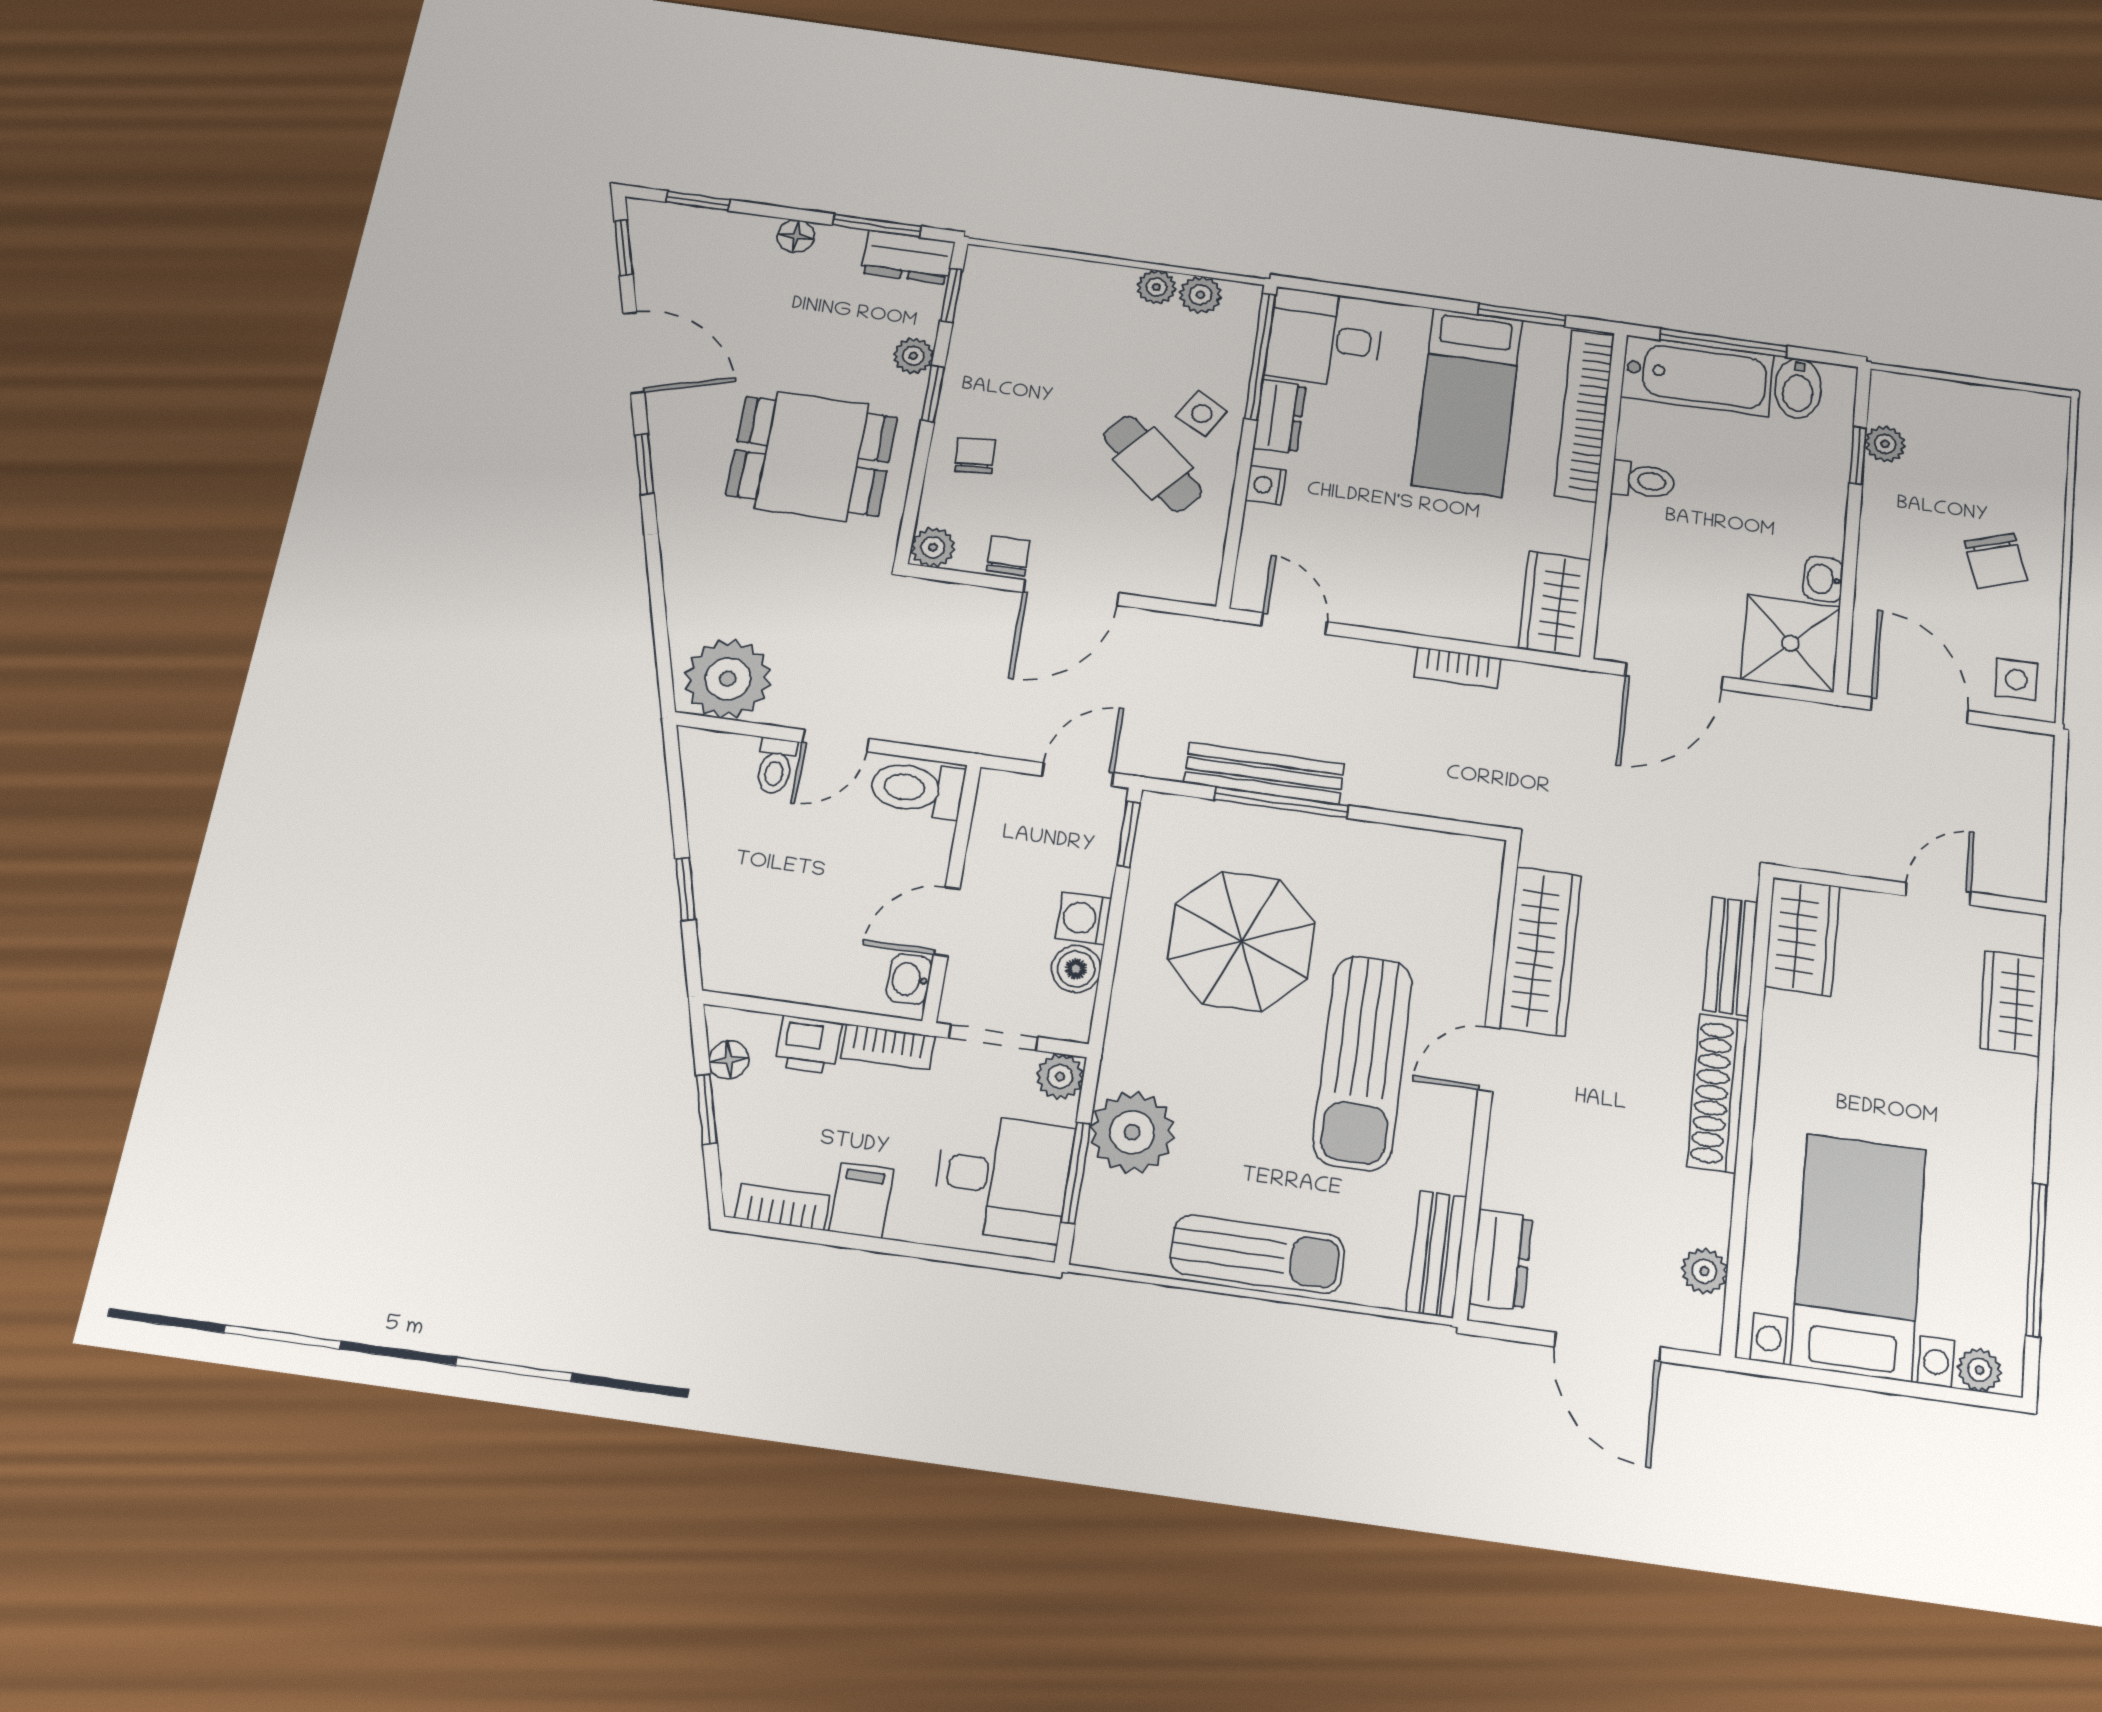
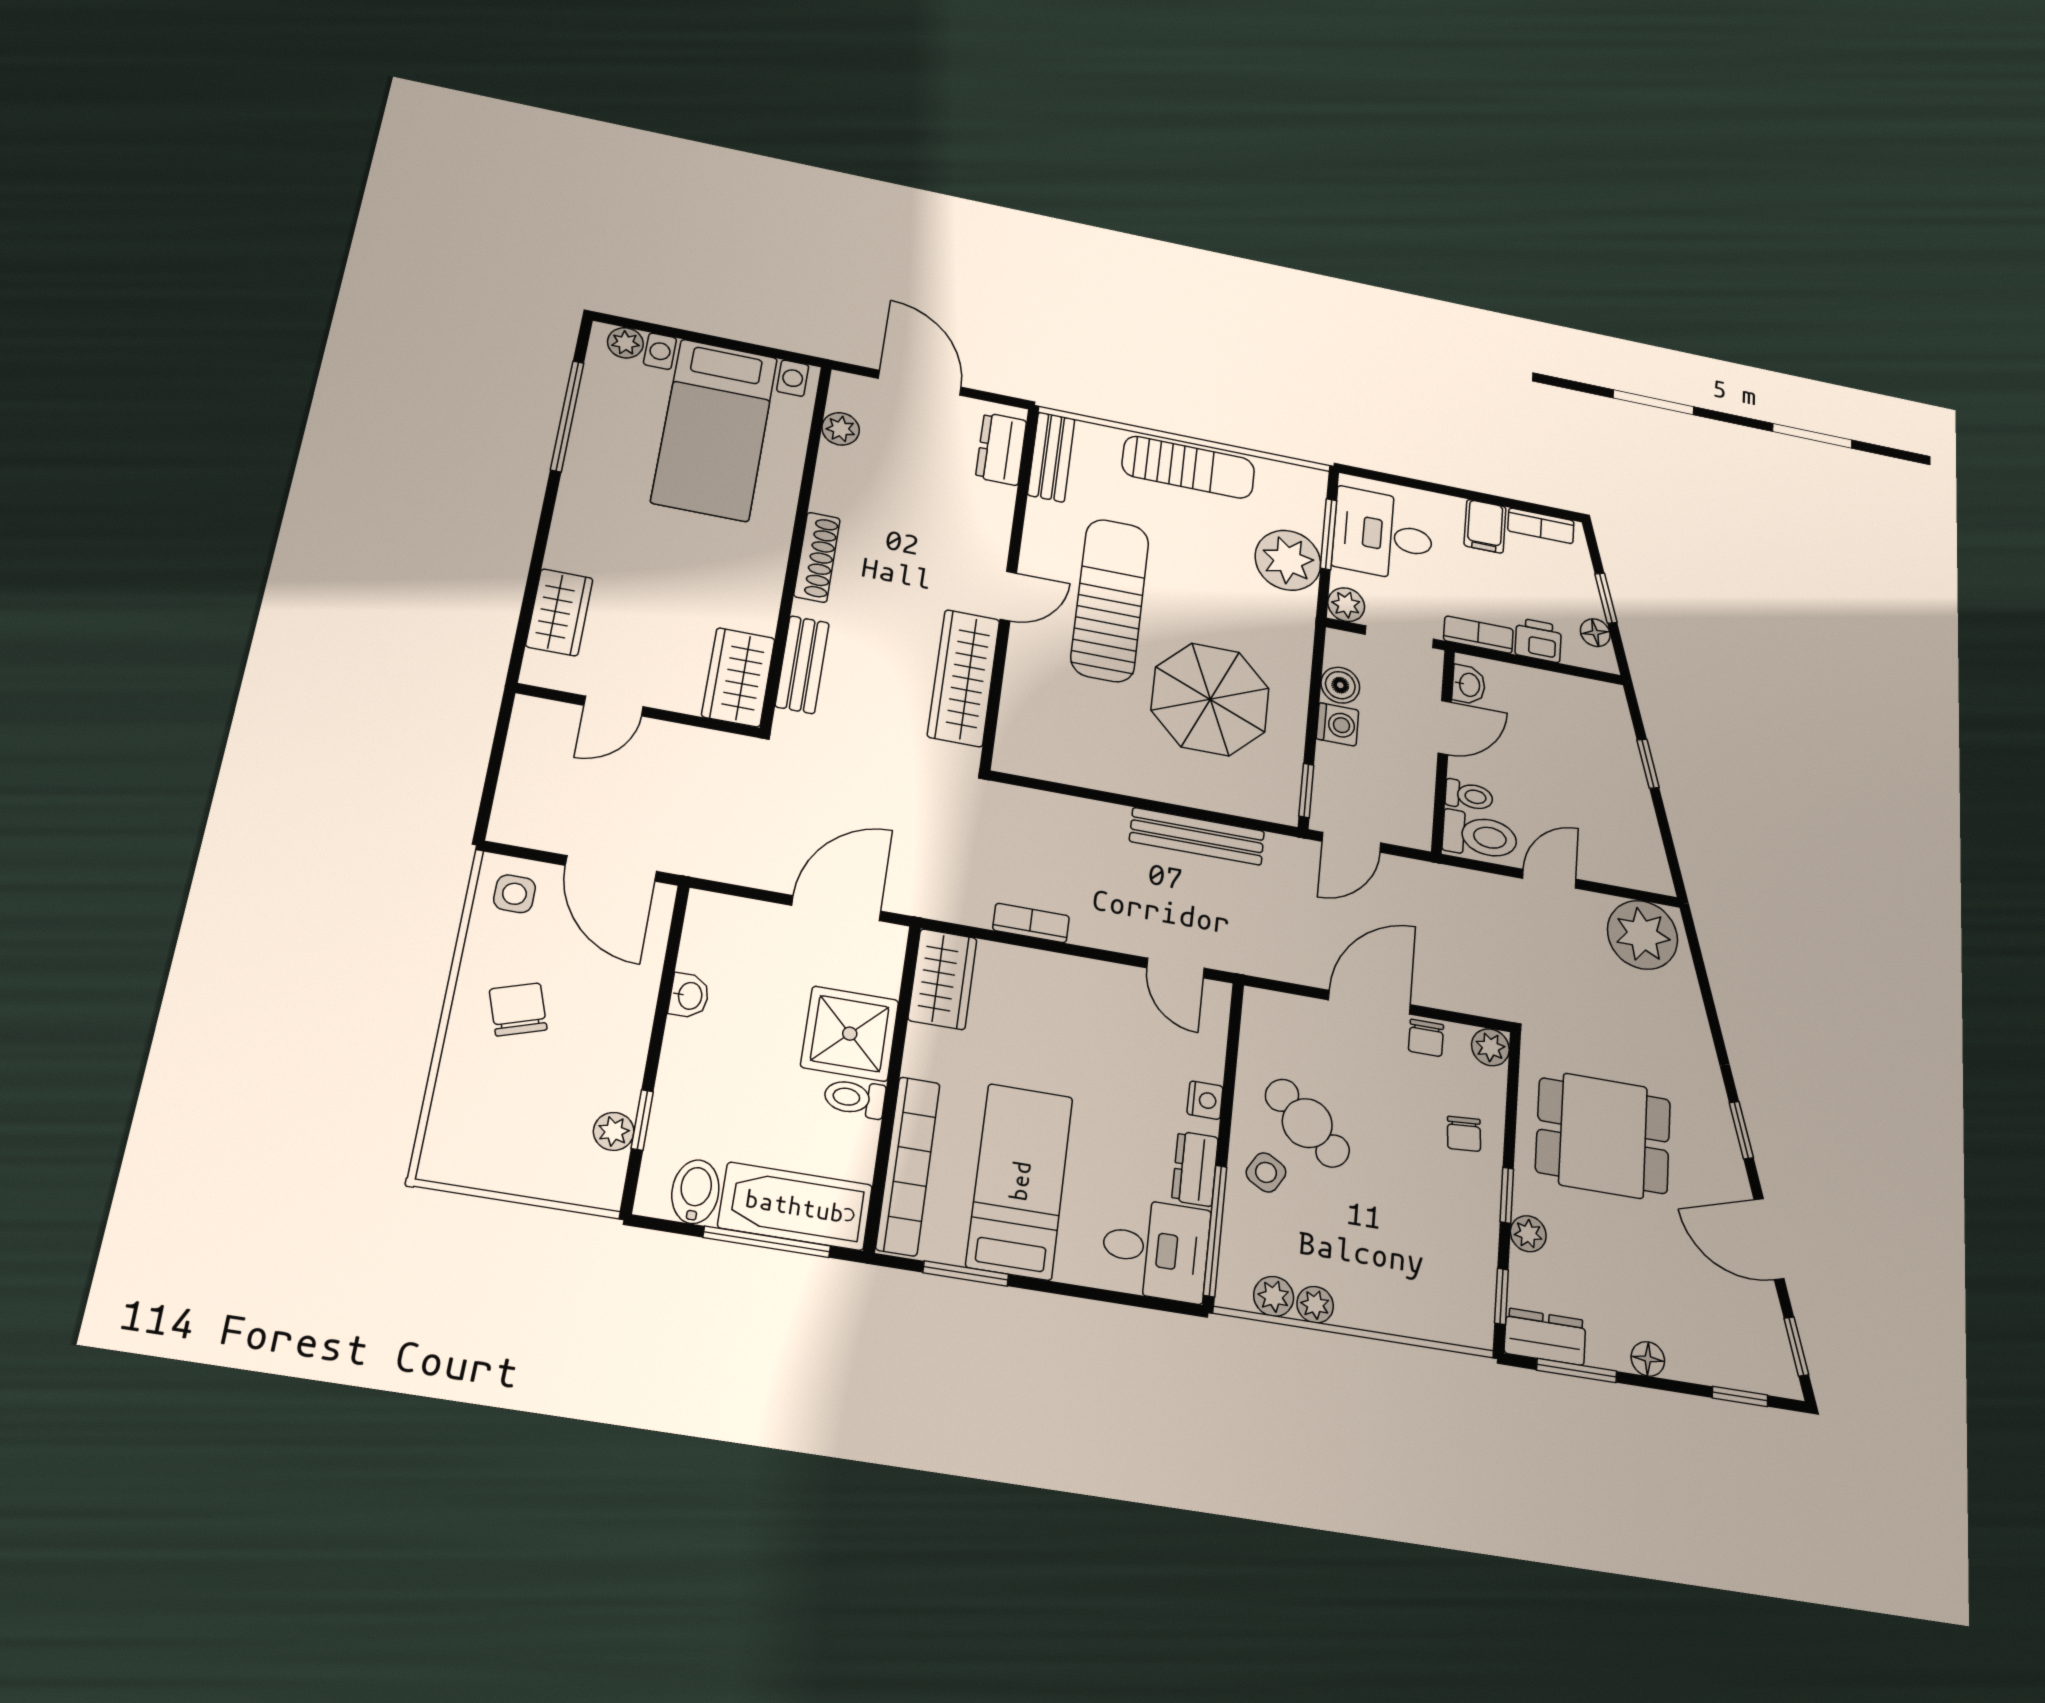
shower: (1790, 643) -> (850, 1034), moved
toilet: (775, 766) -> (1469, 796), moved, turned 90
window: (1281, 803) -> (1181, 811), removed
shoe rack: (1718, 1093) -> (817, 557), width x0.74, depth x0.81
sun lounger: (1257, 1254) -> (1188, 467), turned 180

